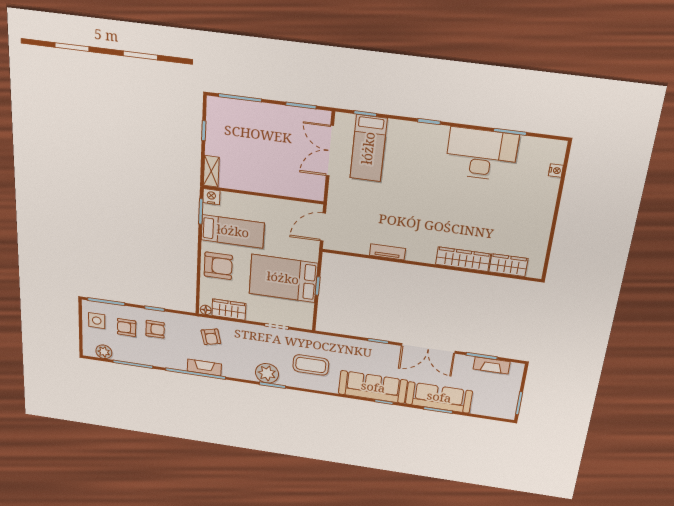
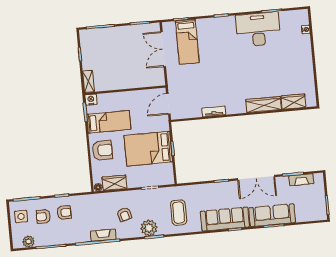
armchair: (211, 337) -> (124, 214), moved
coffee table: (311, 365) -> (179, 213), turned 90

